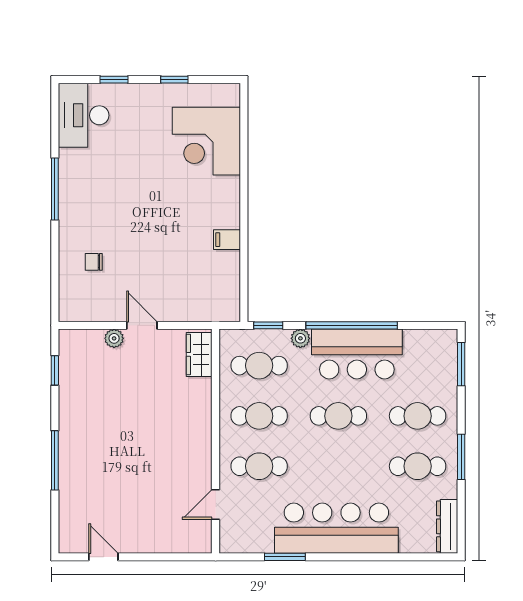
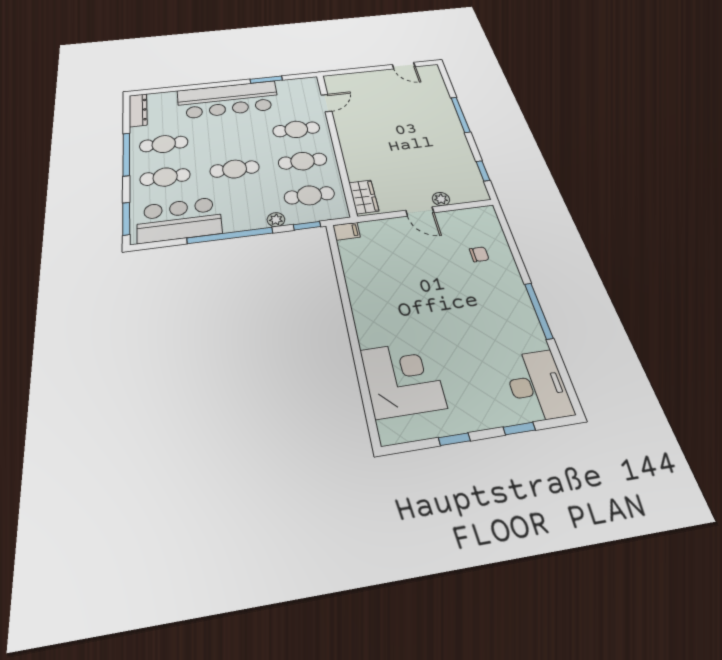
filing cabinet: (227, 240) -> (347, 231), moved
bar counter: (357, 354) -> (179, 220), moved
window: (461, 457) -> (126, 154), width x1.44

